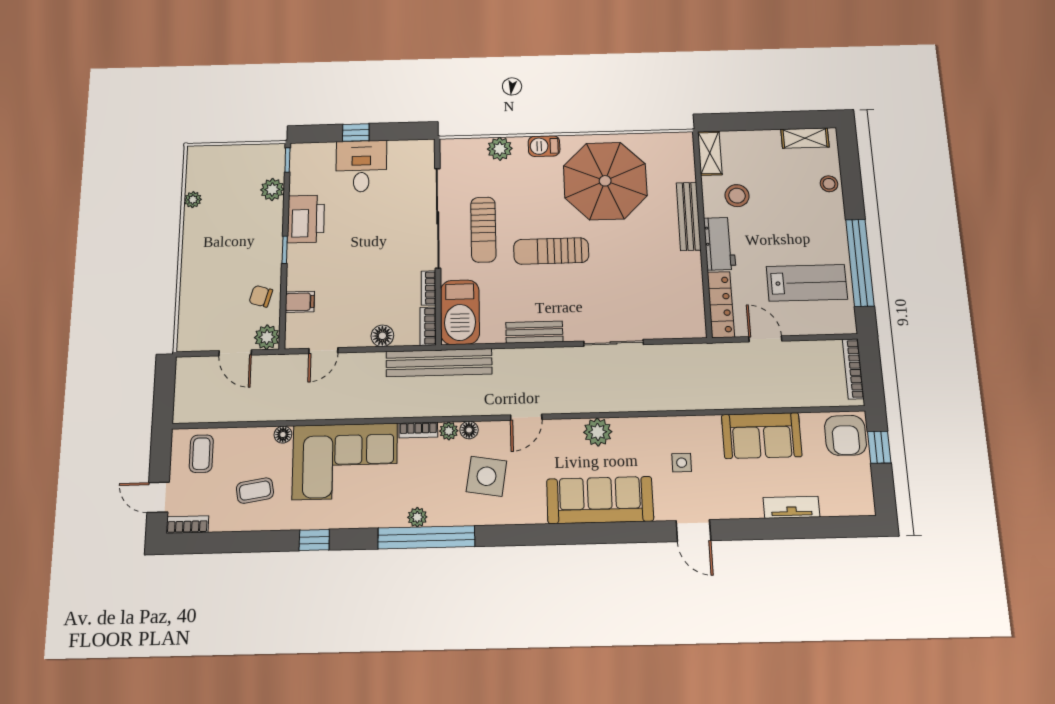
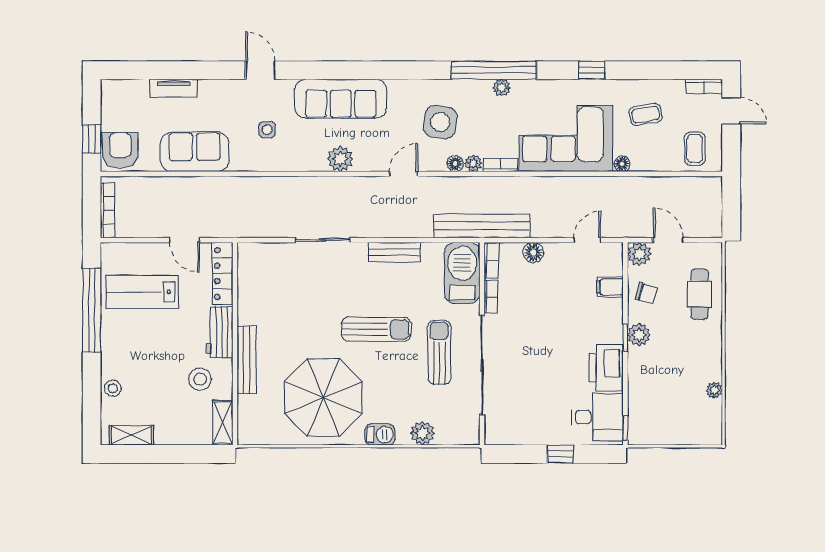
desk: (361, 166) -> (597, 417), moved, turned -90
plant: (272, 189) -> (639, 335), moved
cafe table: (204, 297) -> (700, 294), added

